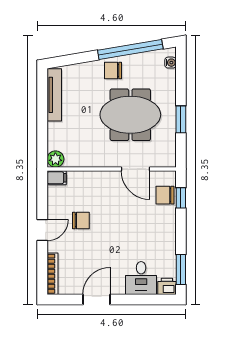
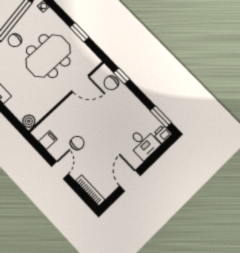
filing cabinet: (57, 178) -> (48, 140), moved

